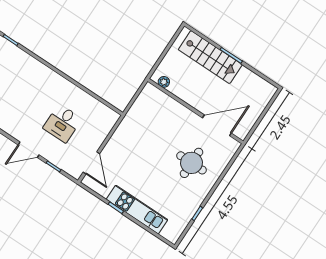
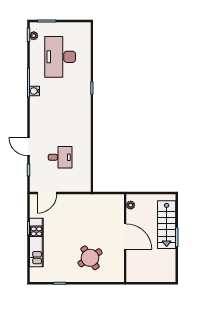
desk: (62, 123) -> (60, 157), turned 180
door: (217, 125) -> (125, 237), moved
round table: (191, 163) -> (90, 258), turned -33

